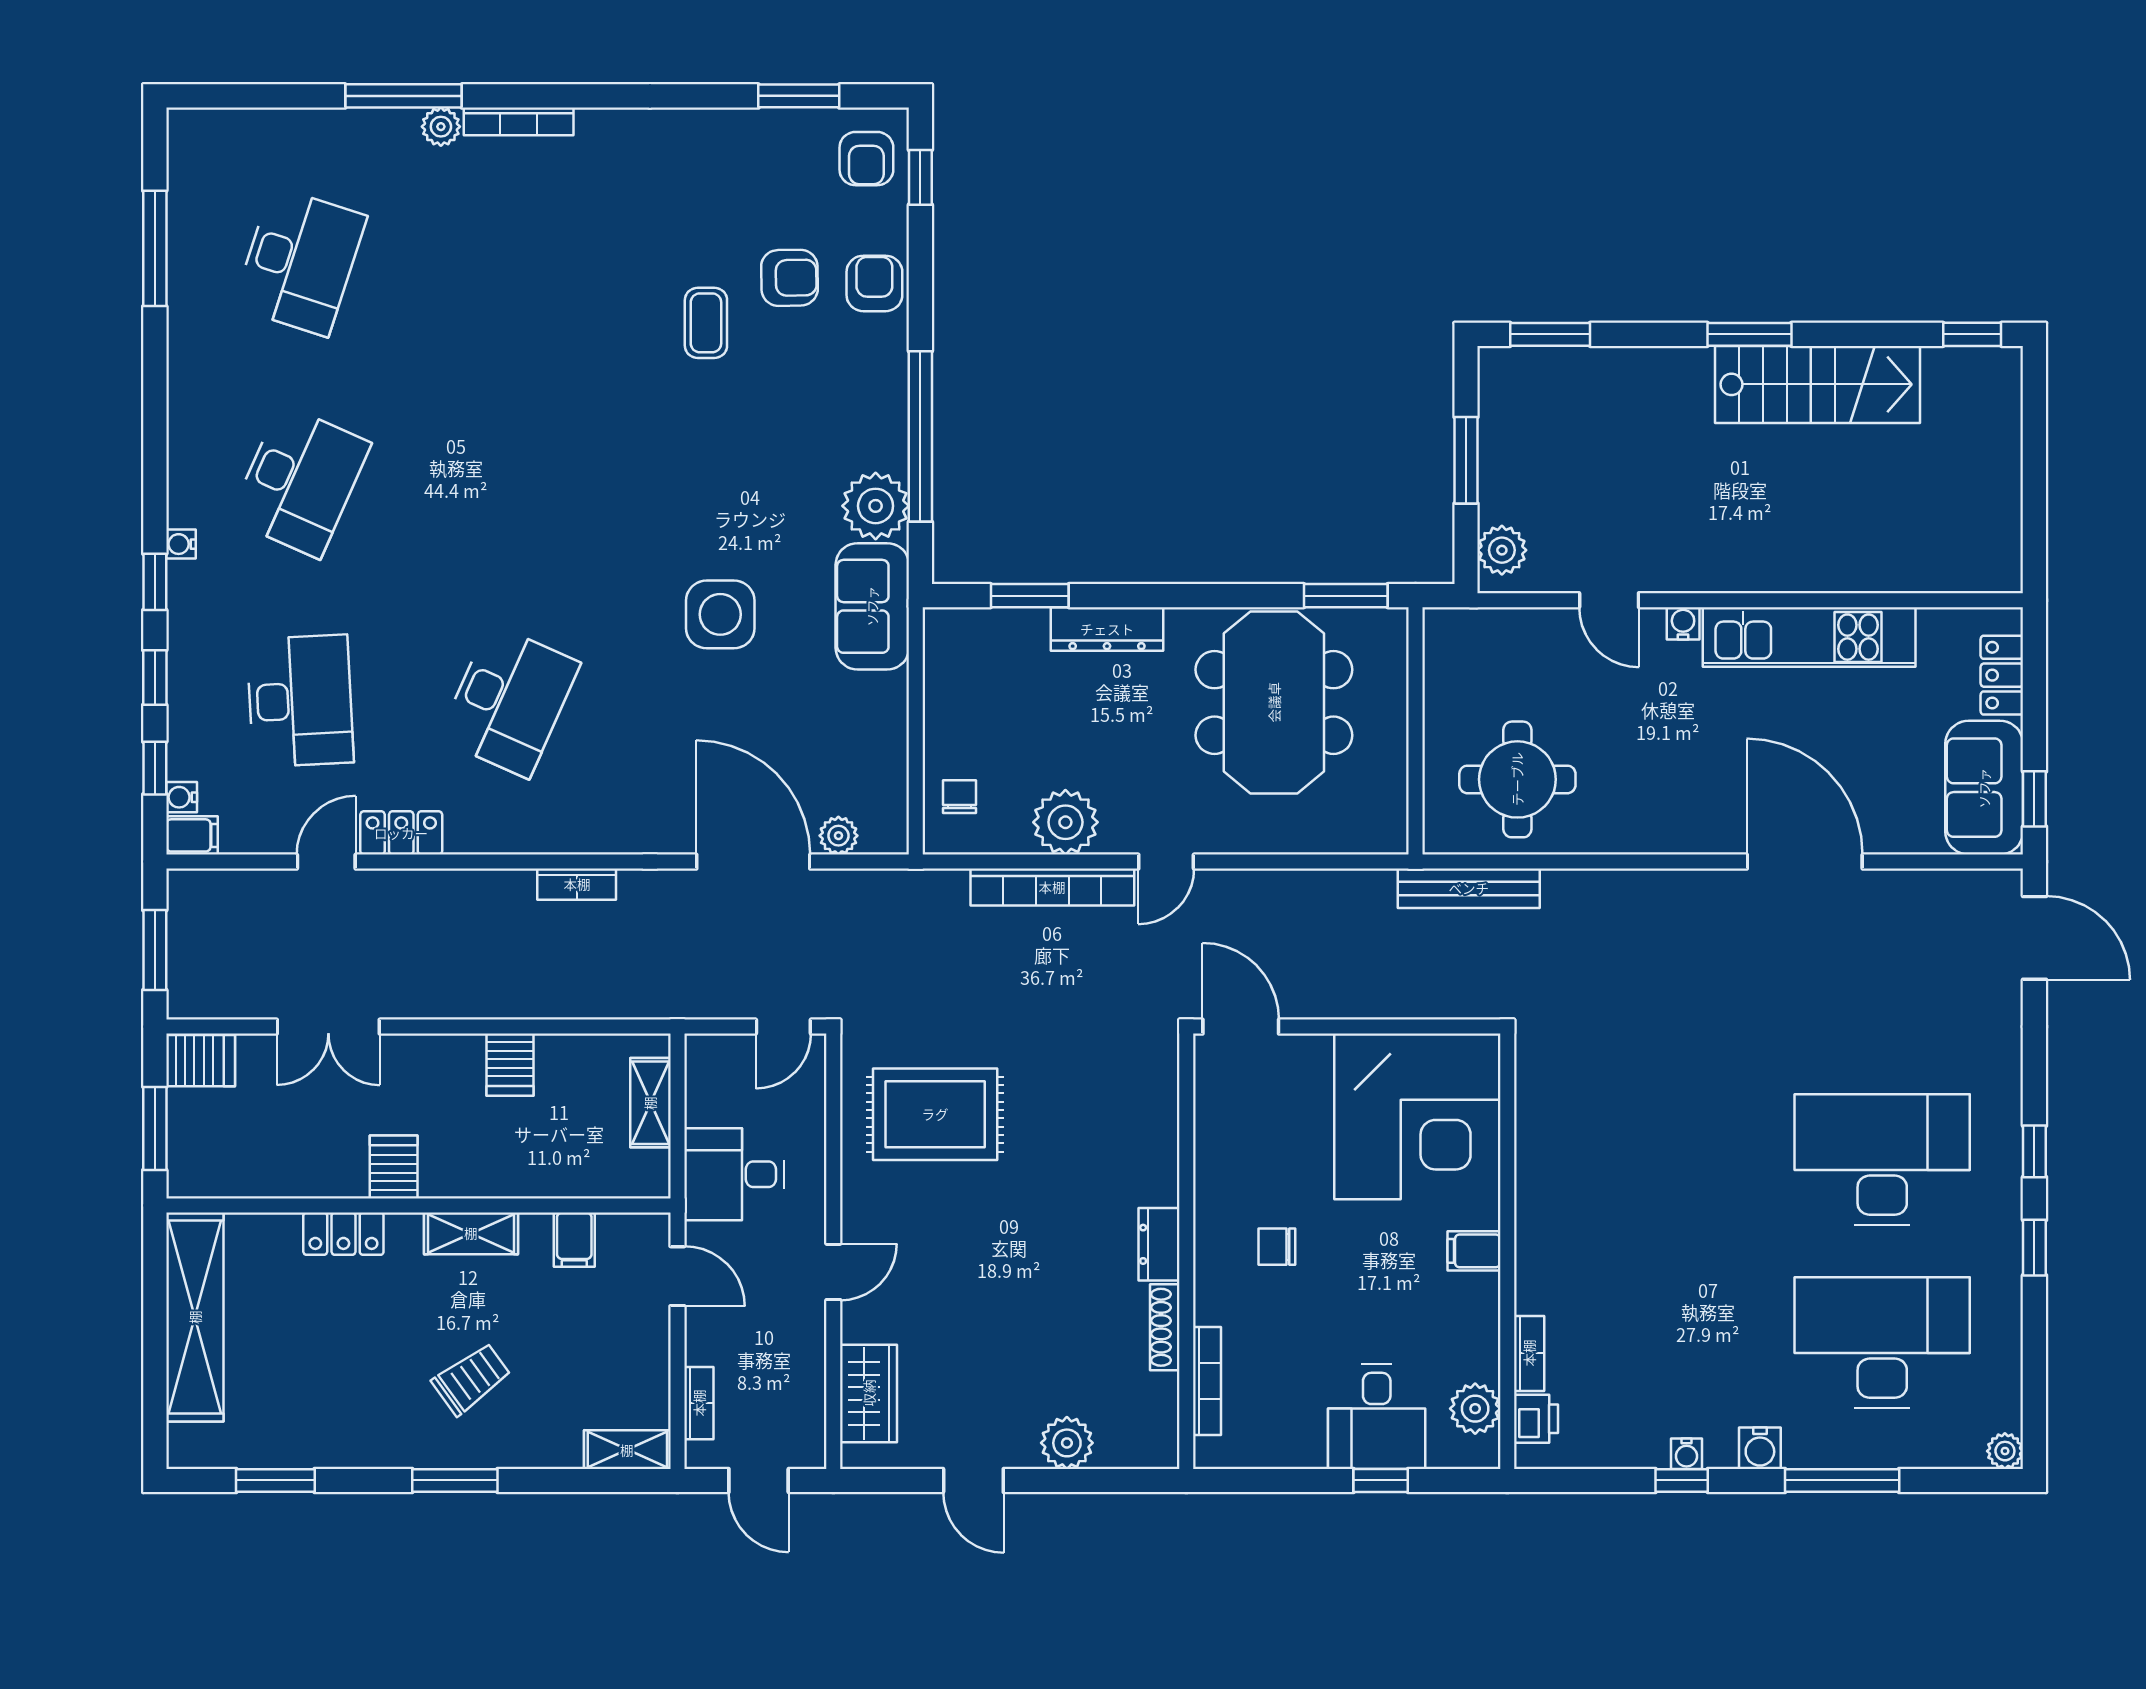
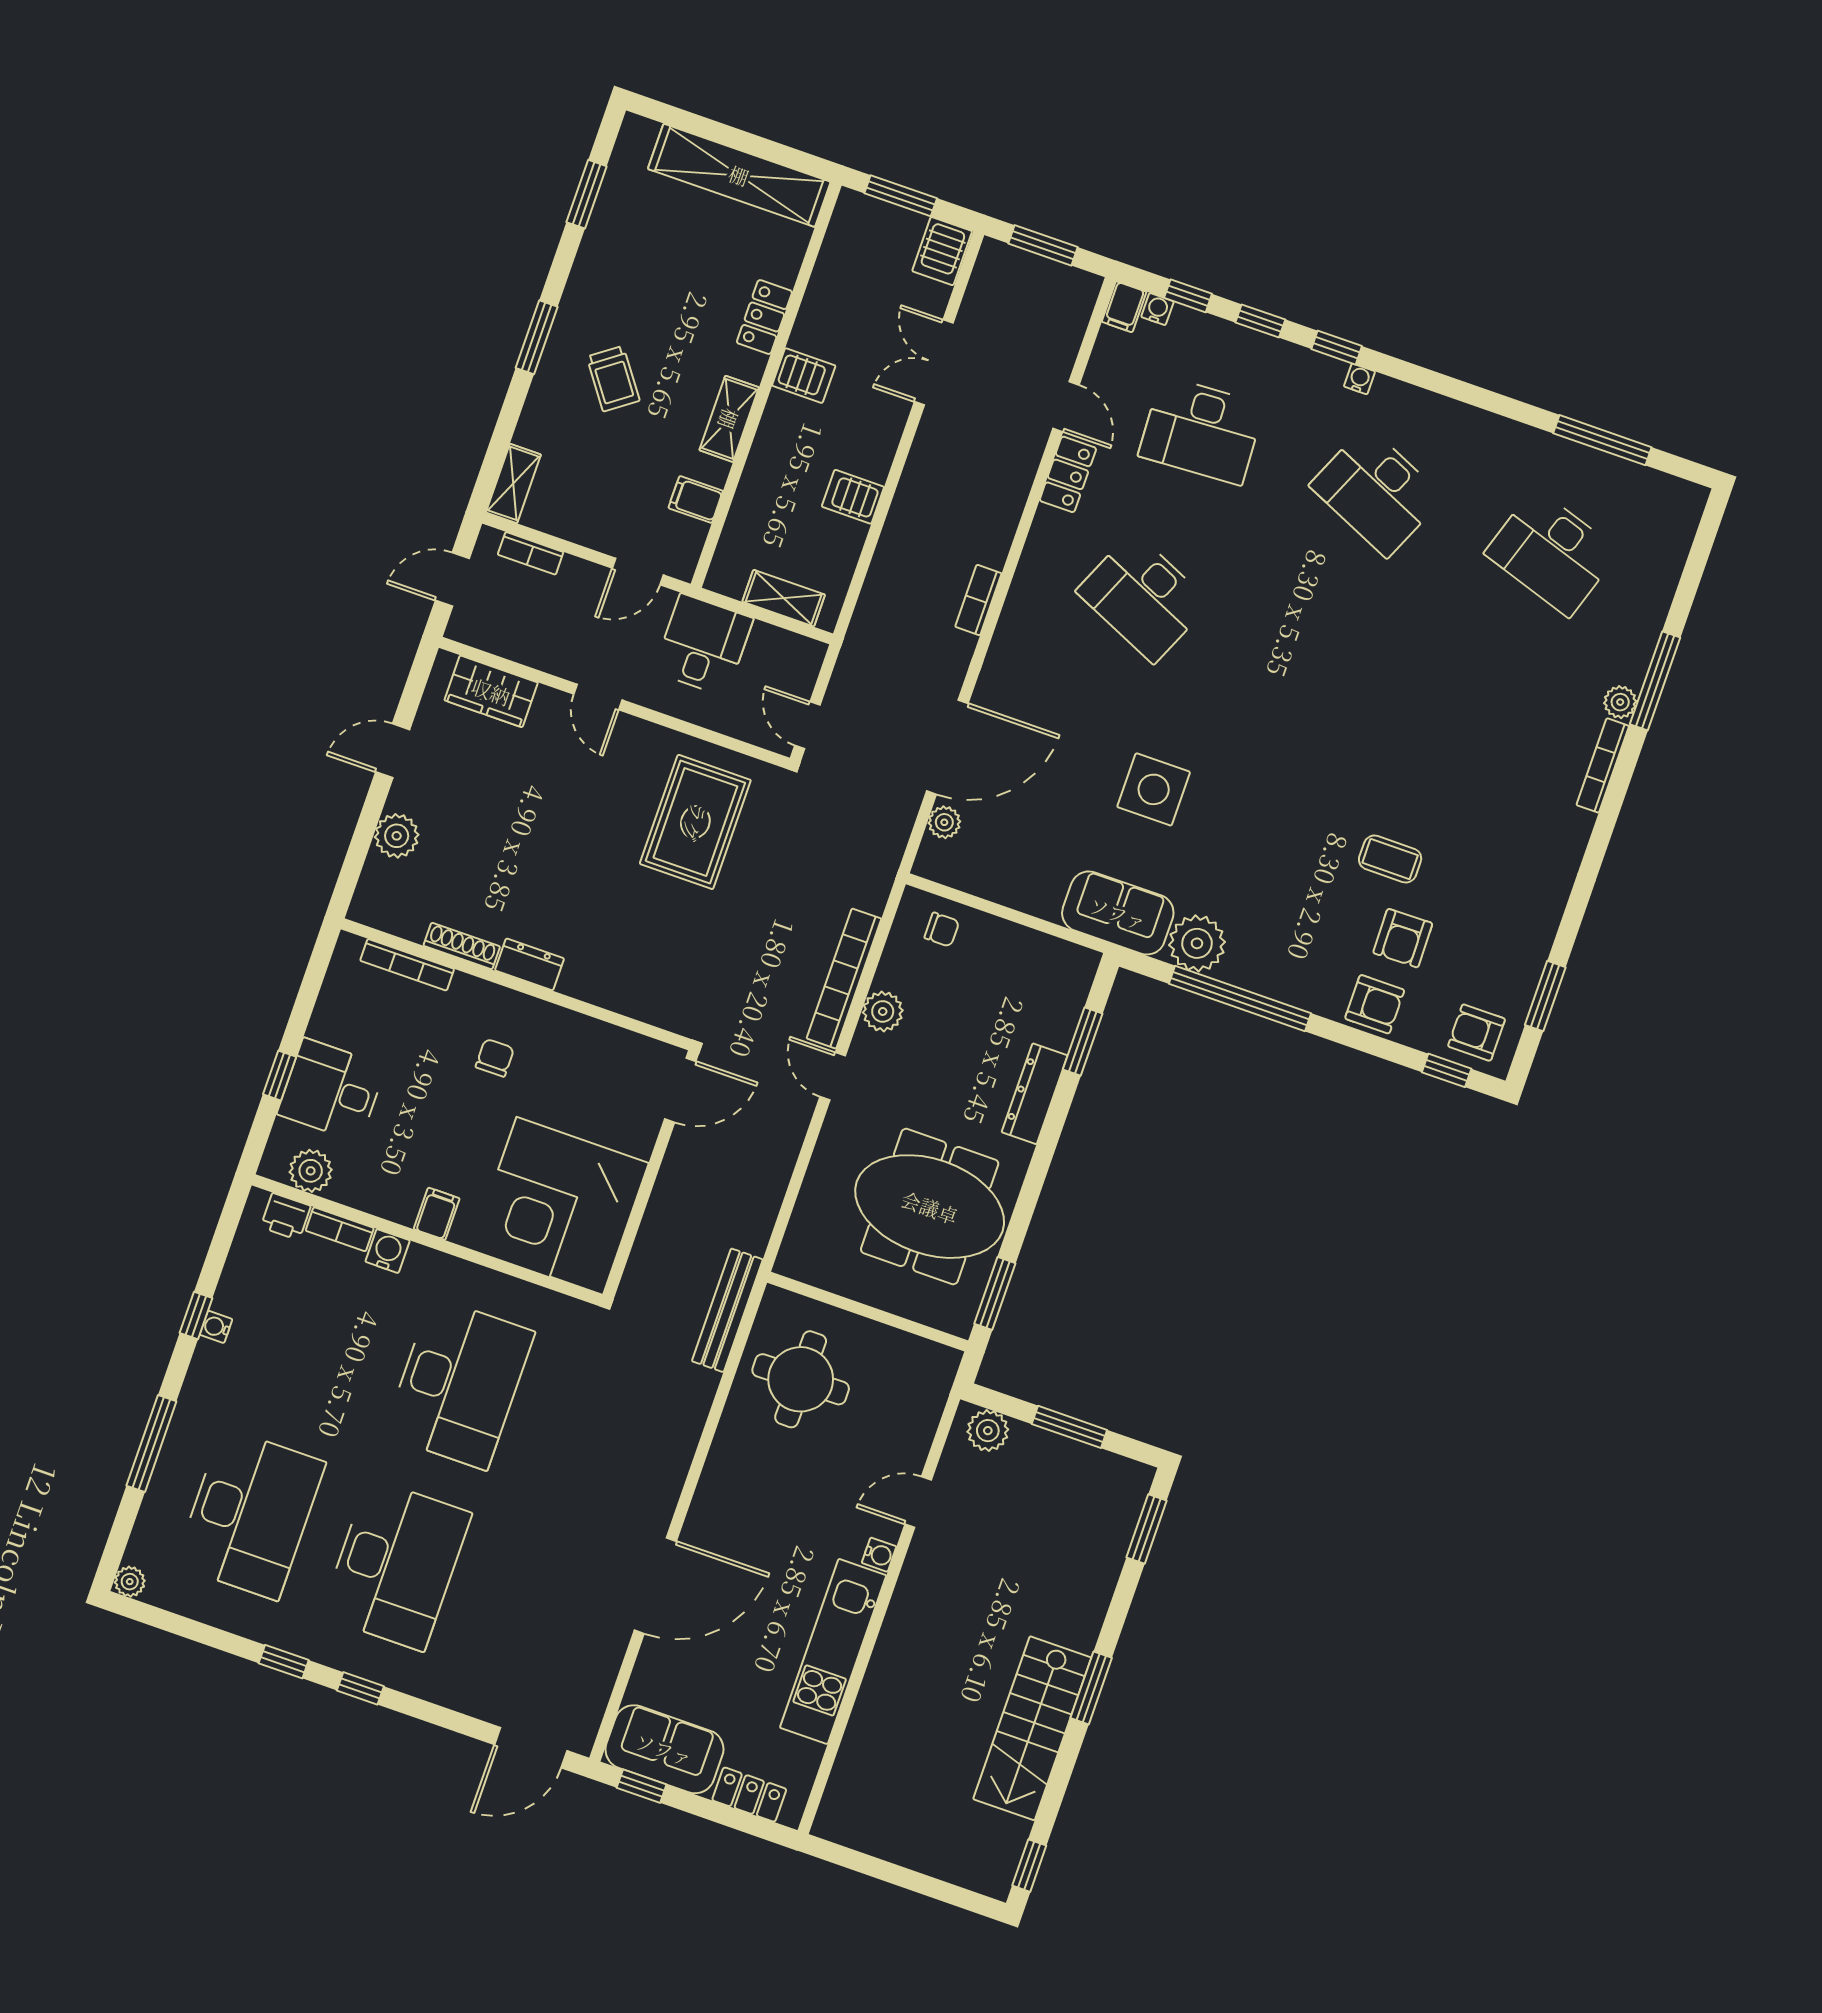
plant: (1065, 822) -> (883, 1011), width x0.73, depth x0.73
desk: (1655, 1160) -> (459, 1383), added
water cooler: (1760, 1448) -> (388, 1251), moved, turned 90

